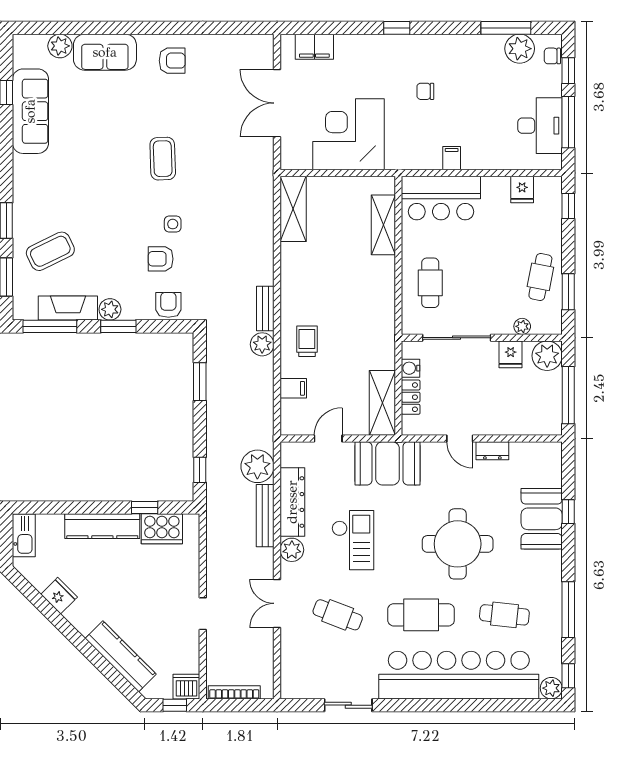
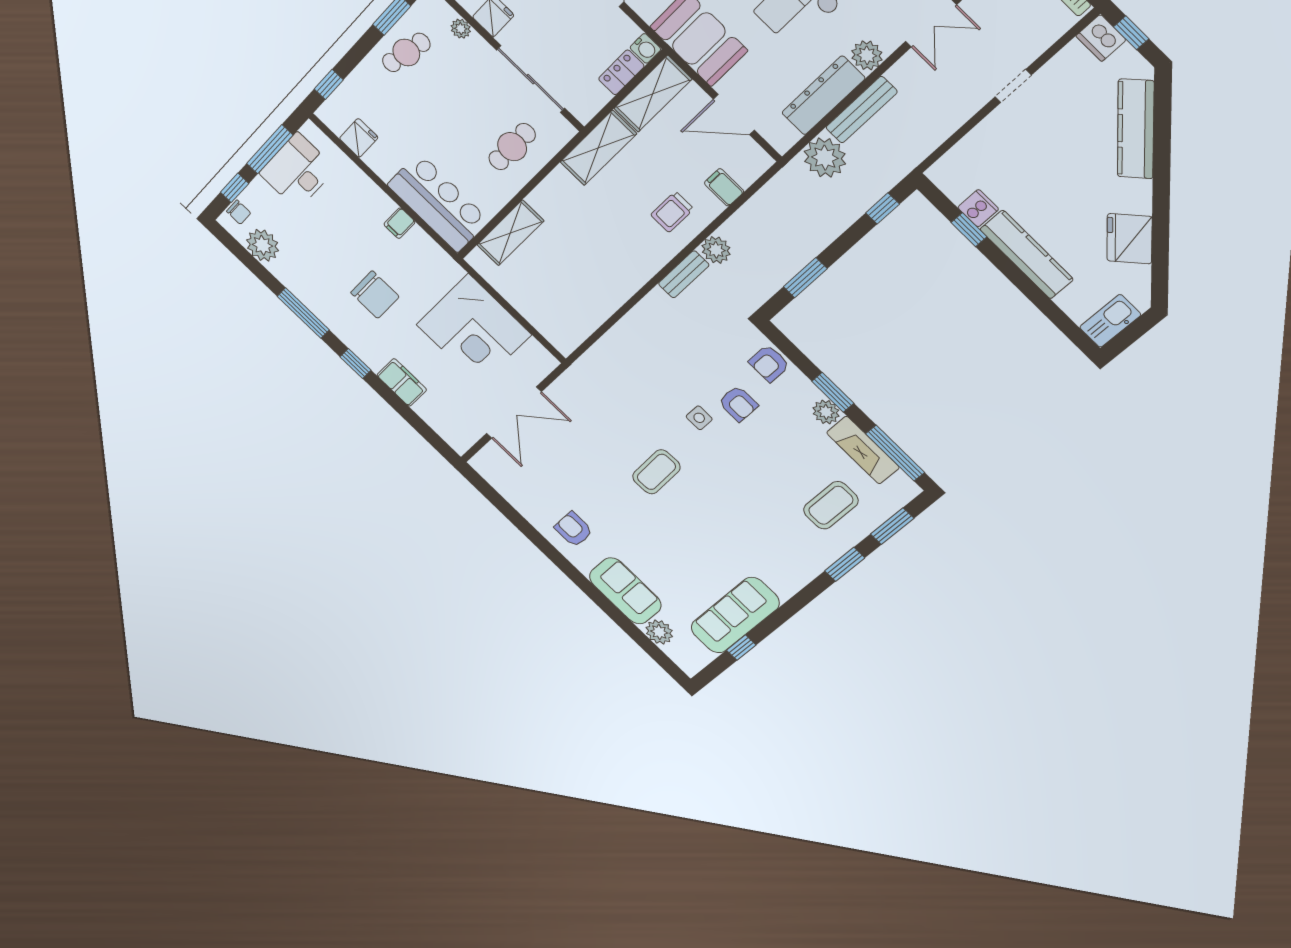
window: (506, 28) -> (303, 313), moved
filing cabinet: (314, 47) -> (402, 382), moved
chair: (425, 91) -> (375, 295), width x1.87, depth x1.87
shelving: (293, 209) -> (598, 148), moved
coffee table: (50, 251) -> (831, 505), turned -64
water cooler: (411, 368) -> (645, 48), moved
door: (328, 439) -> (734, 115), width x1.37
cooker: (162, 529) -> (978, 208), width x0.53, depth x0.76
fridge: (59, 596) -> (1129, 239), width x1.36, depth x1.34

